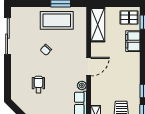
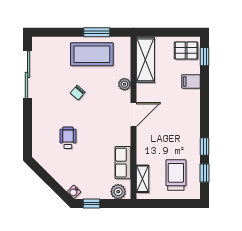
filing cabinet: (133, 41) -> (191, 81), width x0.50
plant: (82, 85) -> (124, 84), moved

